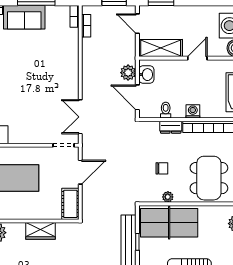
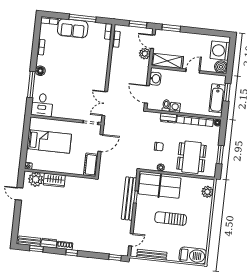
plant: (128, 73) -> (145, 54), moved
washing machine: (193, 111) -> (175, 107), moved
wardrobe: (41, 231) -> (54, 180), moved

